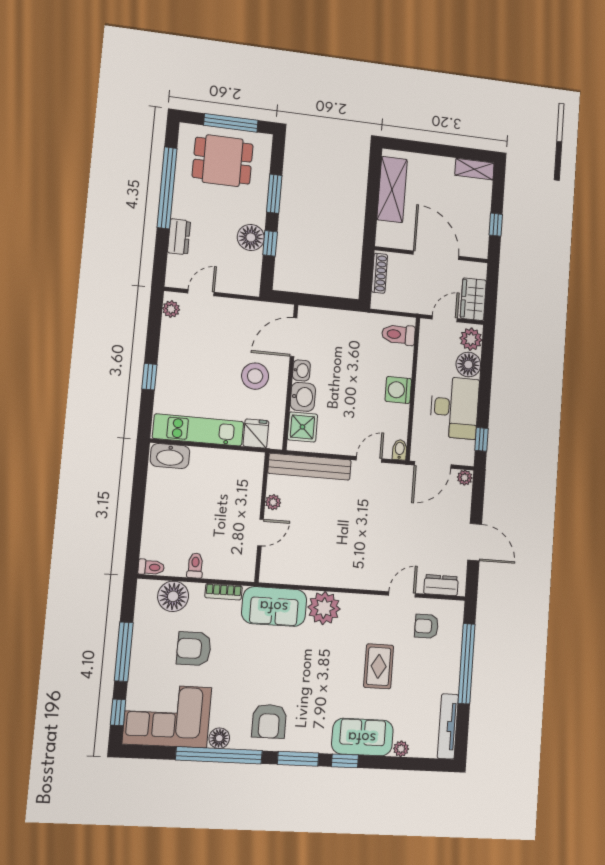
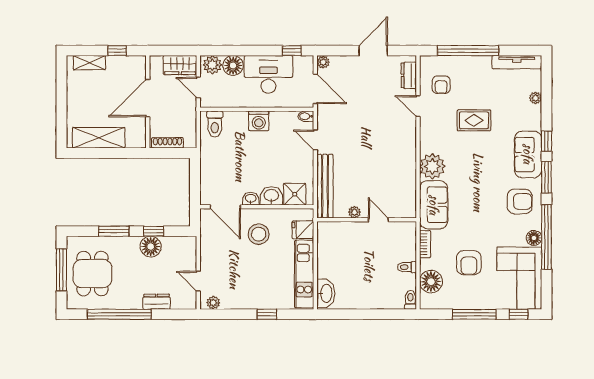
shelving: (474, 169) -> (89, 63), moved, turned 90
sofa: (362, 737) -> (528, 154), moved

